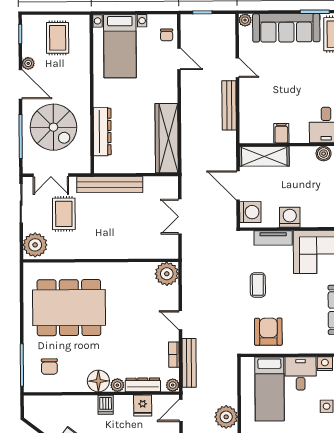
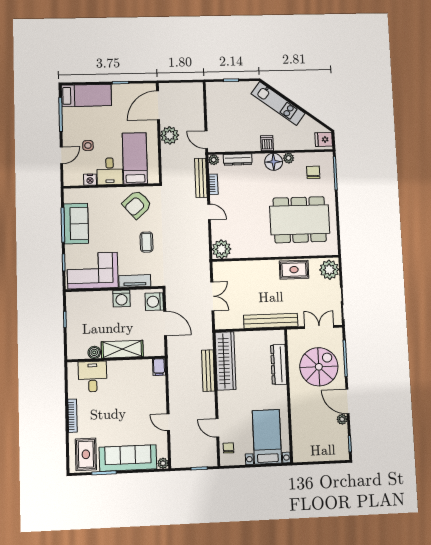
rug: (58, 38) -> (319, 442), removed
bench: (229, 105) -> (208, 371), moved
spiral stairs: (53, 127) -> (319, 367), turned 90
filing cabinet: (281, 133) -> (159, 367), moved
shelving: (264, 156) -> (122, 349), moved
rug: (64, 214) -> (294, 270), moved, turned 90
armchair: (268, 332) -> (137, 204), turned 49
plant: (117, 385) -> (289, 158), moved
fridge: (143, 405) -> (324, 139), moved, turned -90
door: (181, 411) -> (206, 140), swing flipped

